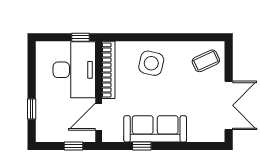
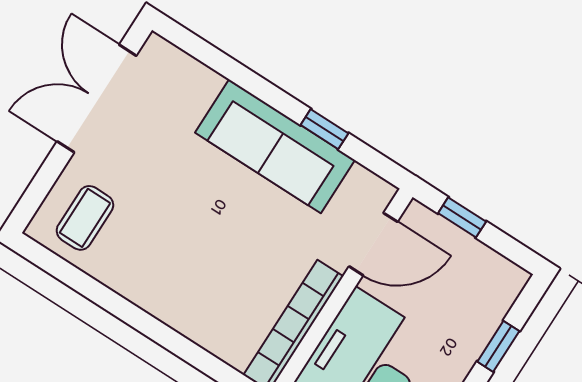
coffee table: (206, 61) -> (85, 218), turned -65
side table: (151, 63) -> (198, 284), removed

